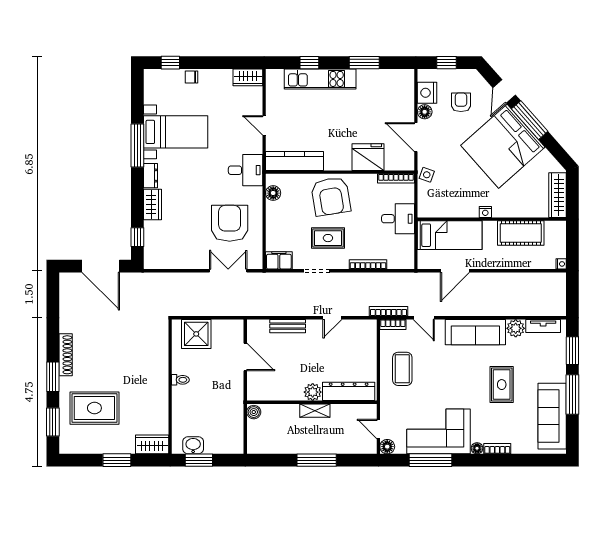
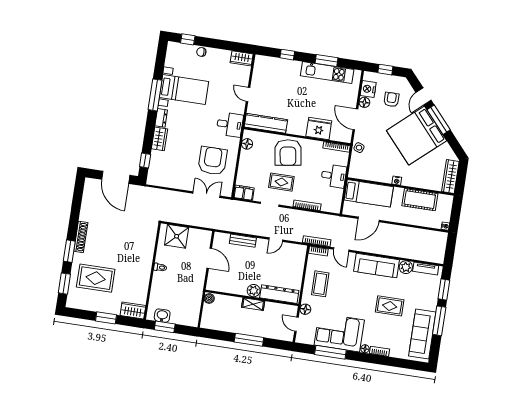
kitchen unit: (320, 79) -> (327, 73), moved
rug: (502, 385) -> (390, 306), turned 90
floor lamp: (387, 447) -> (305, 309), moved

